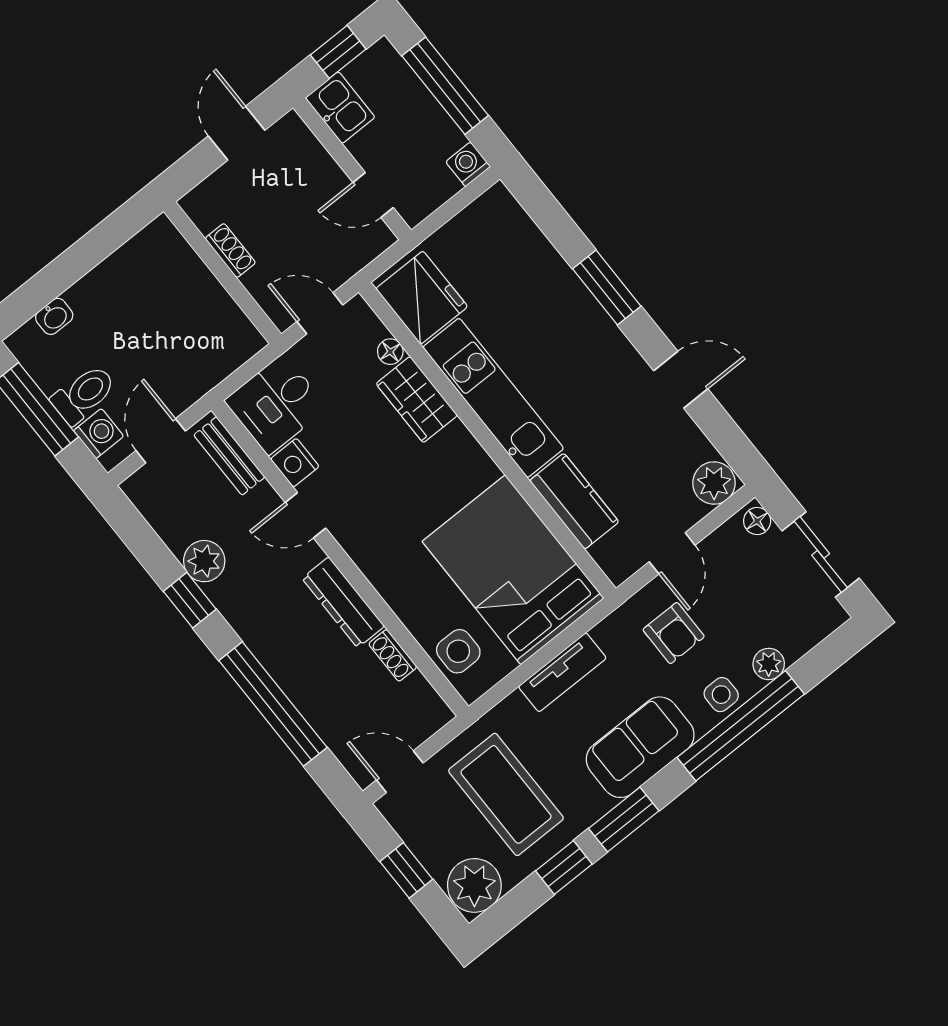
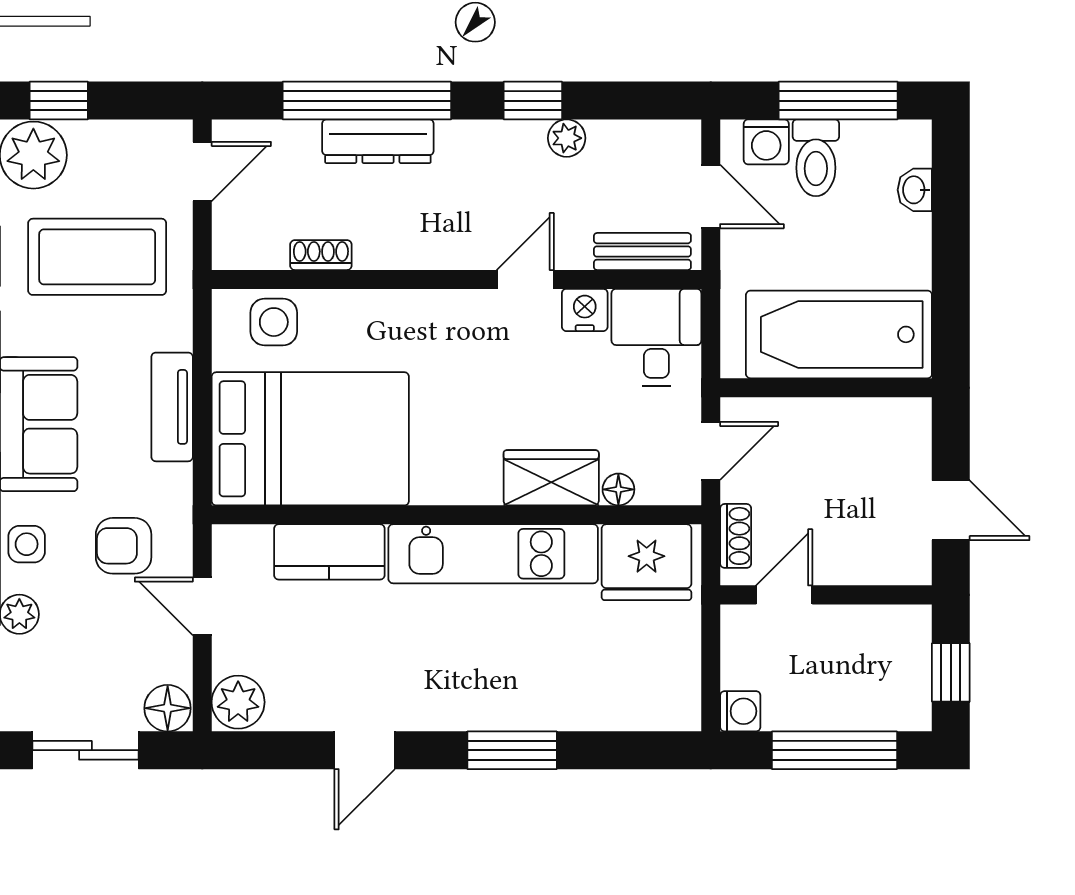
kitchen sink: (340, 108) -> (895, 631), removed
shoe rack: (230, 250) -> (736, 536), moved, turned -90
bathtub: (183, 291) -> (839, 334), added
floor lamp: (757, 521) -> (168, 708), width x1.37, depth x1.37
plant: (204, 561) -> (567, 138), width x0.73, depth x0.73
dresser: (343, 602) -> (378, 141), moved, turned 180
window: (406, 870) -> (59, 101), moved

